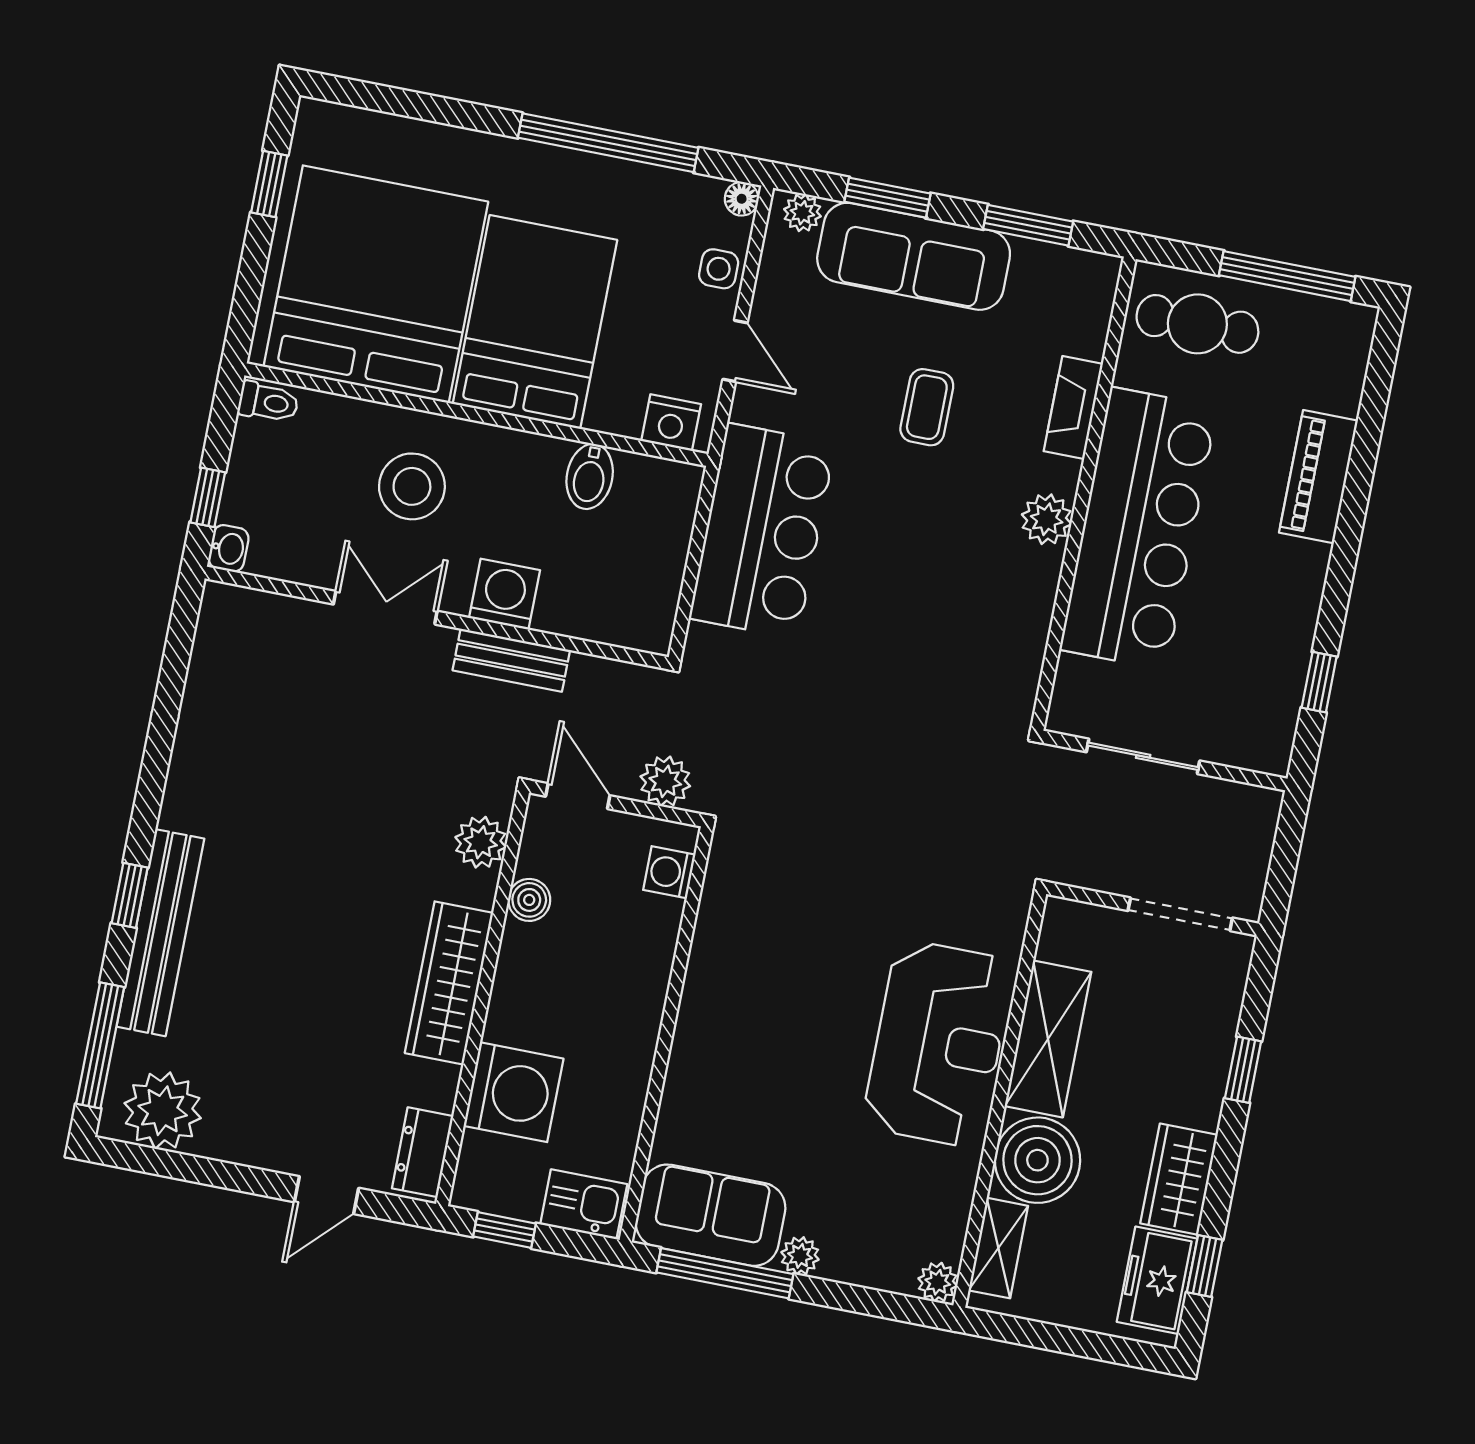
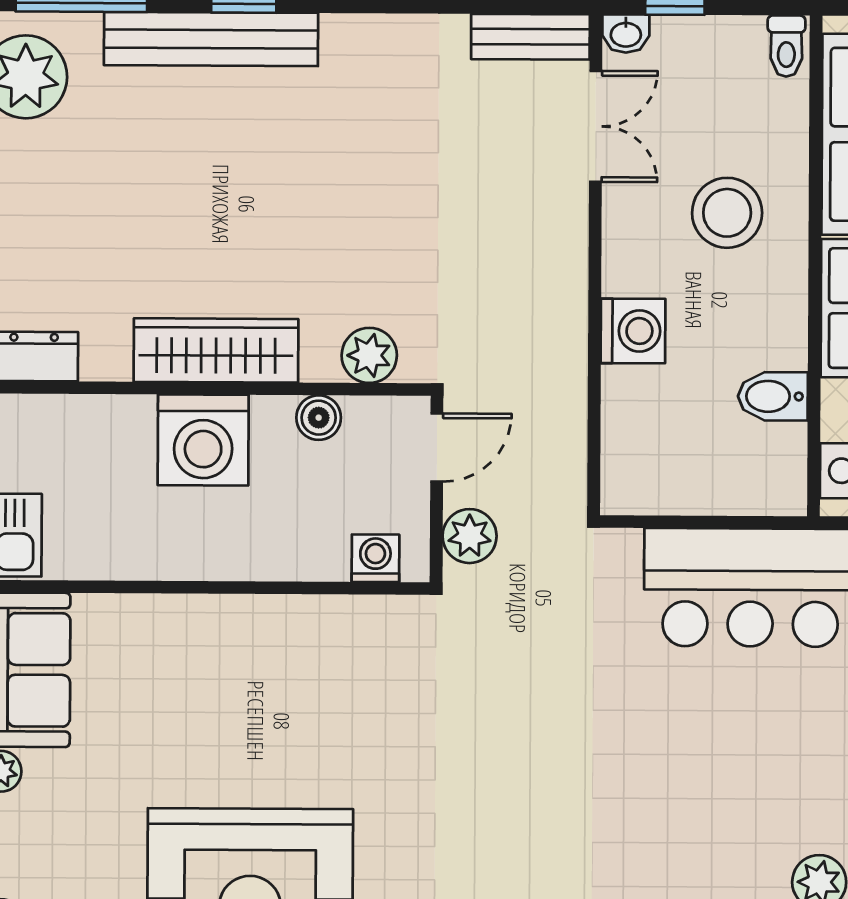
double door: (385, 608) -> (596, 126), moved
bench: (511, 660) -> (530, 37), moved, turned 90
washing machine: (514, 1092) -> (203, 440), moved

